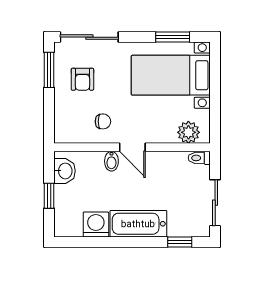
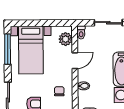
window: (173, 37) -> (8, 49), width x1.44
door: (132, 147) -> (75, 61), moved

